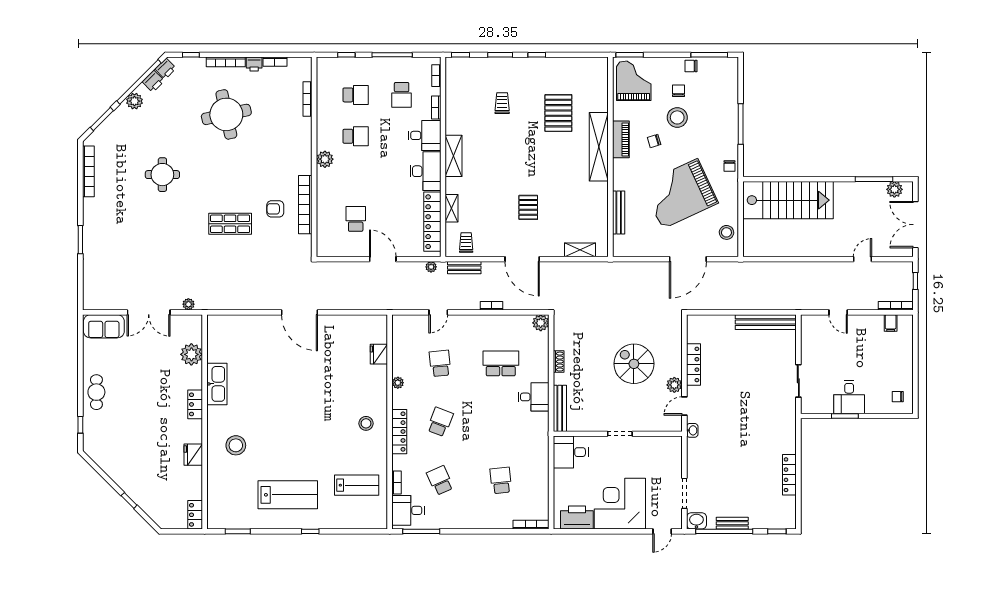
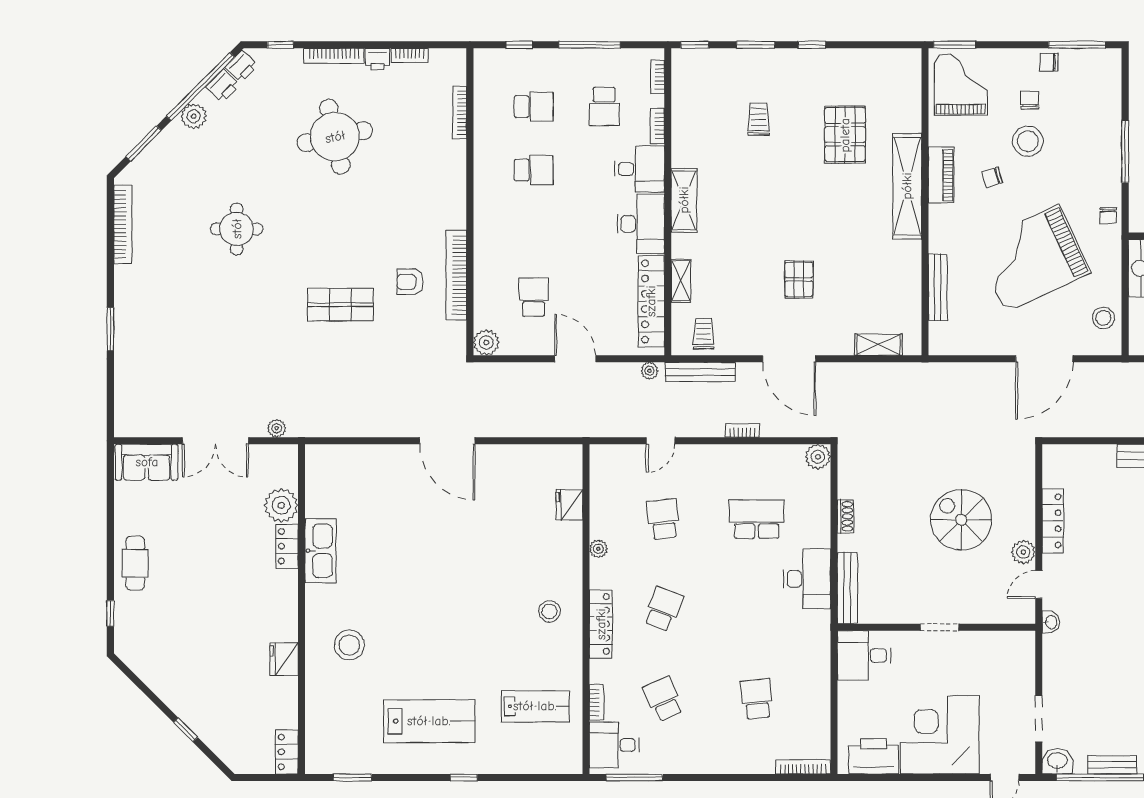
plant: (325, 159) -> (486, 342), moved
bench: (464, 268) -> (700, 372), width x1.36
desk: (534, 397) -> (807, 579), width x1.37
locker: (195, 404) -> (287, 546), moved

